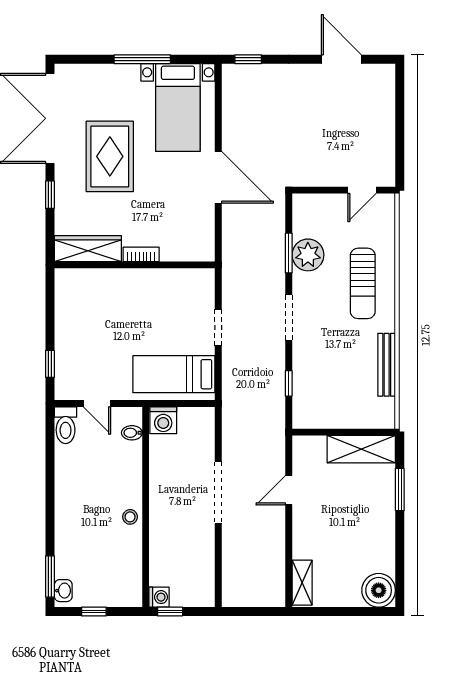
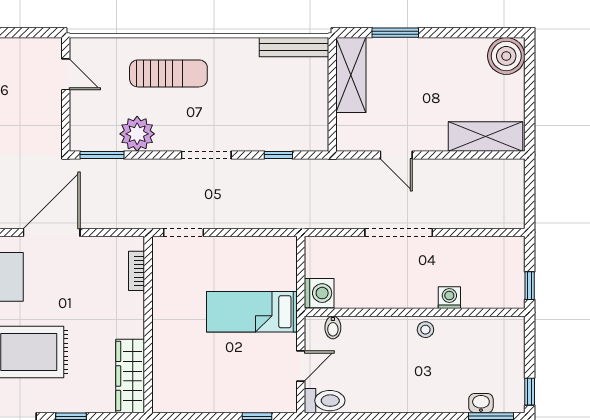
window: (289, 253) -> (102, 155), moved
bookcase: (141, 254) -> (137, 271), moved
doorway: (218, 328) -> (183, 232), moved
bench: (387, 365) -> (294, 47), moved
bed: (174, 374) -> (252, 312), moved, turned 90
shelving: (302, 583) -> (486, 136), width x1.50, depth x1.33
washbasin: (63, 591) -> (481, 403), moved
washing machine: (159, 597) -> (449, 298), moved
window: (94, 611) -> (530, 392), moved

